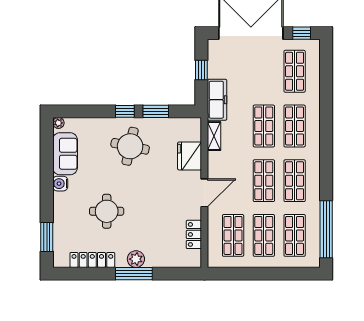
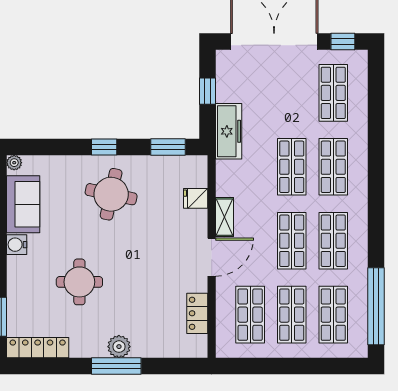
window: (156, 111) -> (168, 147), moved
shelving: (214, 136) -> (224, 217), moved
fridge: (190, 156) -> (196, 198), width x0.53, depth x0.75
locker: (92, 260) -> (38, 348), moved

